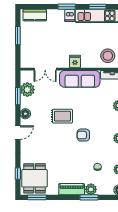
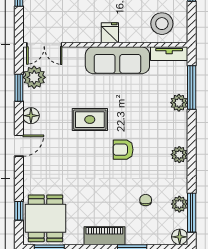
double door: (45, 69) -> (44, 45), moved
plant: (91, 189) -> (135, 236), removed

